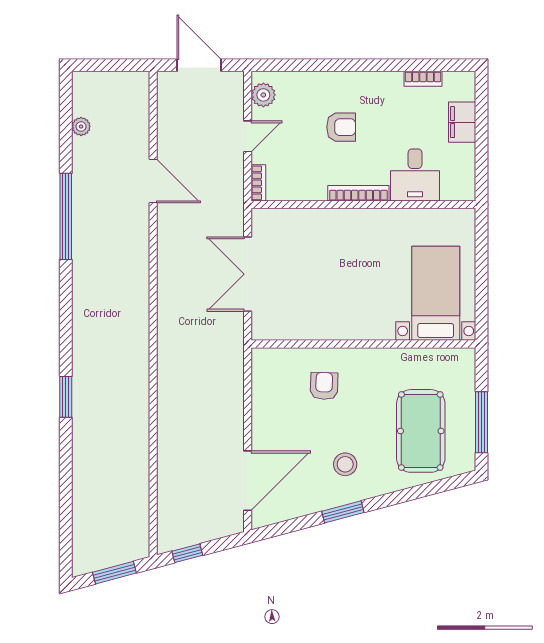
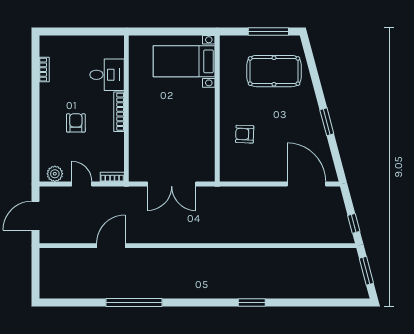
filing cabinet: (462, 122) -> (73, 44), removed
plant: (81, 126) -> (75, 293), removed
stool: (345, 464) -> (296, 120), removed

